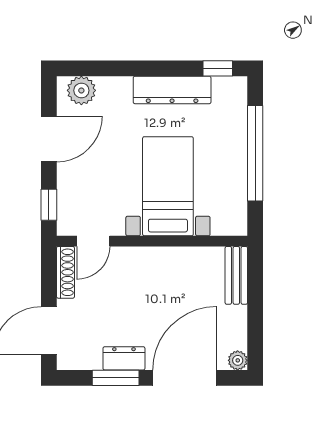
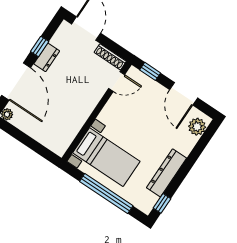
bed with nightstands: (168, 186) -> (106, 157), moved
door: (93, 241) -> (117, 82), swing flipped
bench: (236, 275) -> (51, 143), removed
window: (116, 378) -> (40, 46), width x0.67

